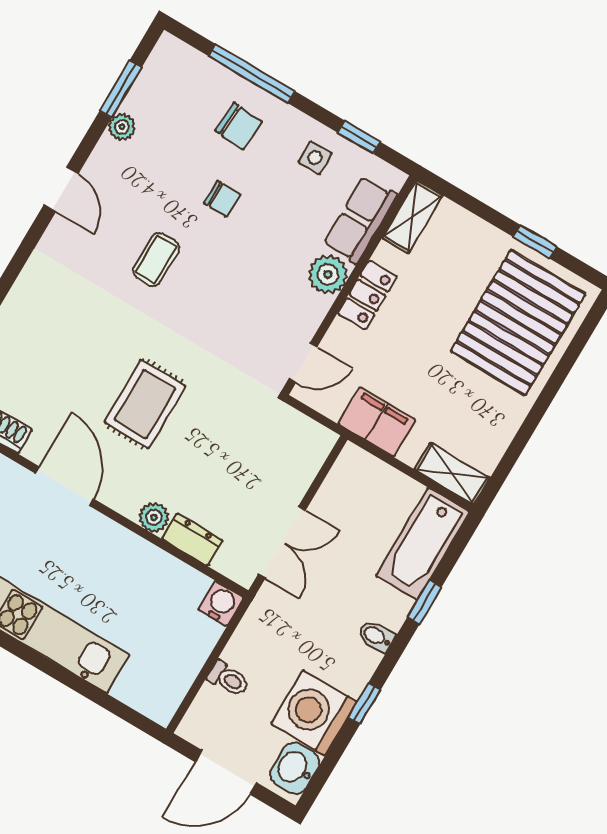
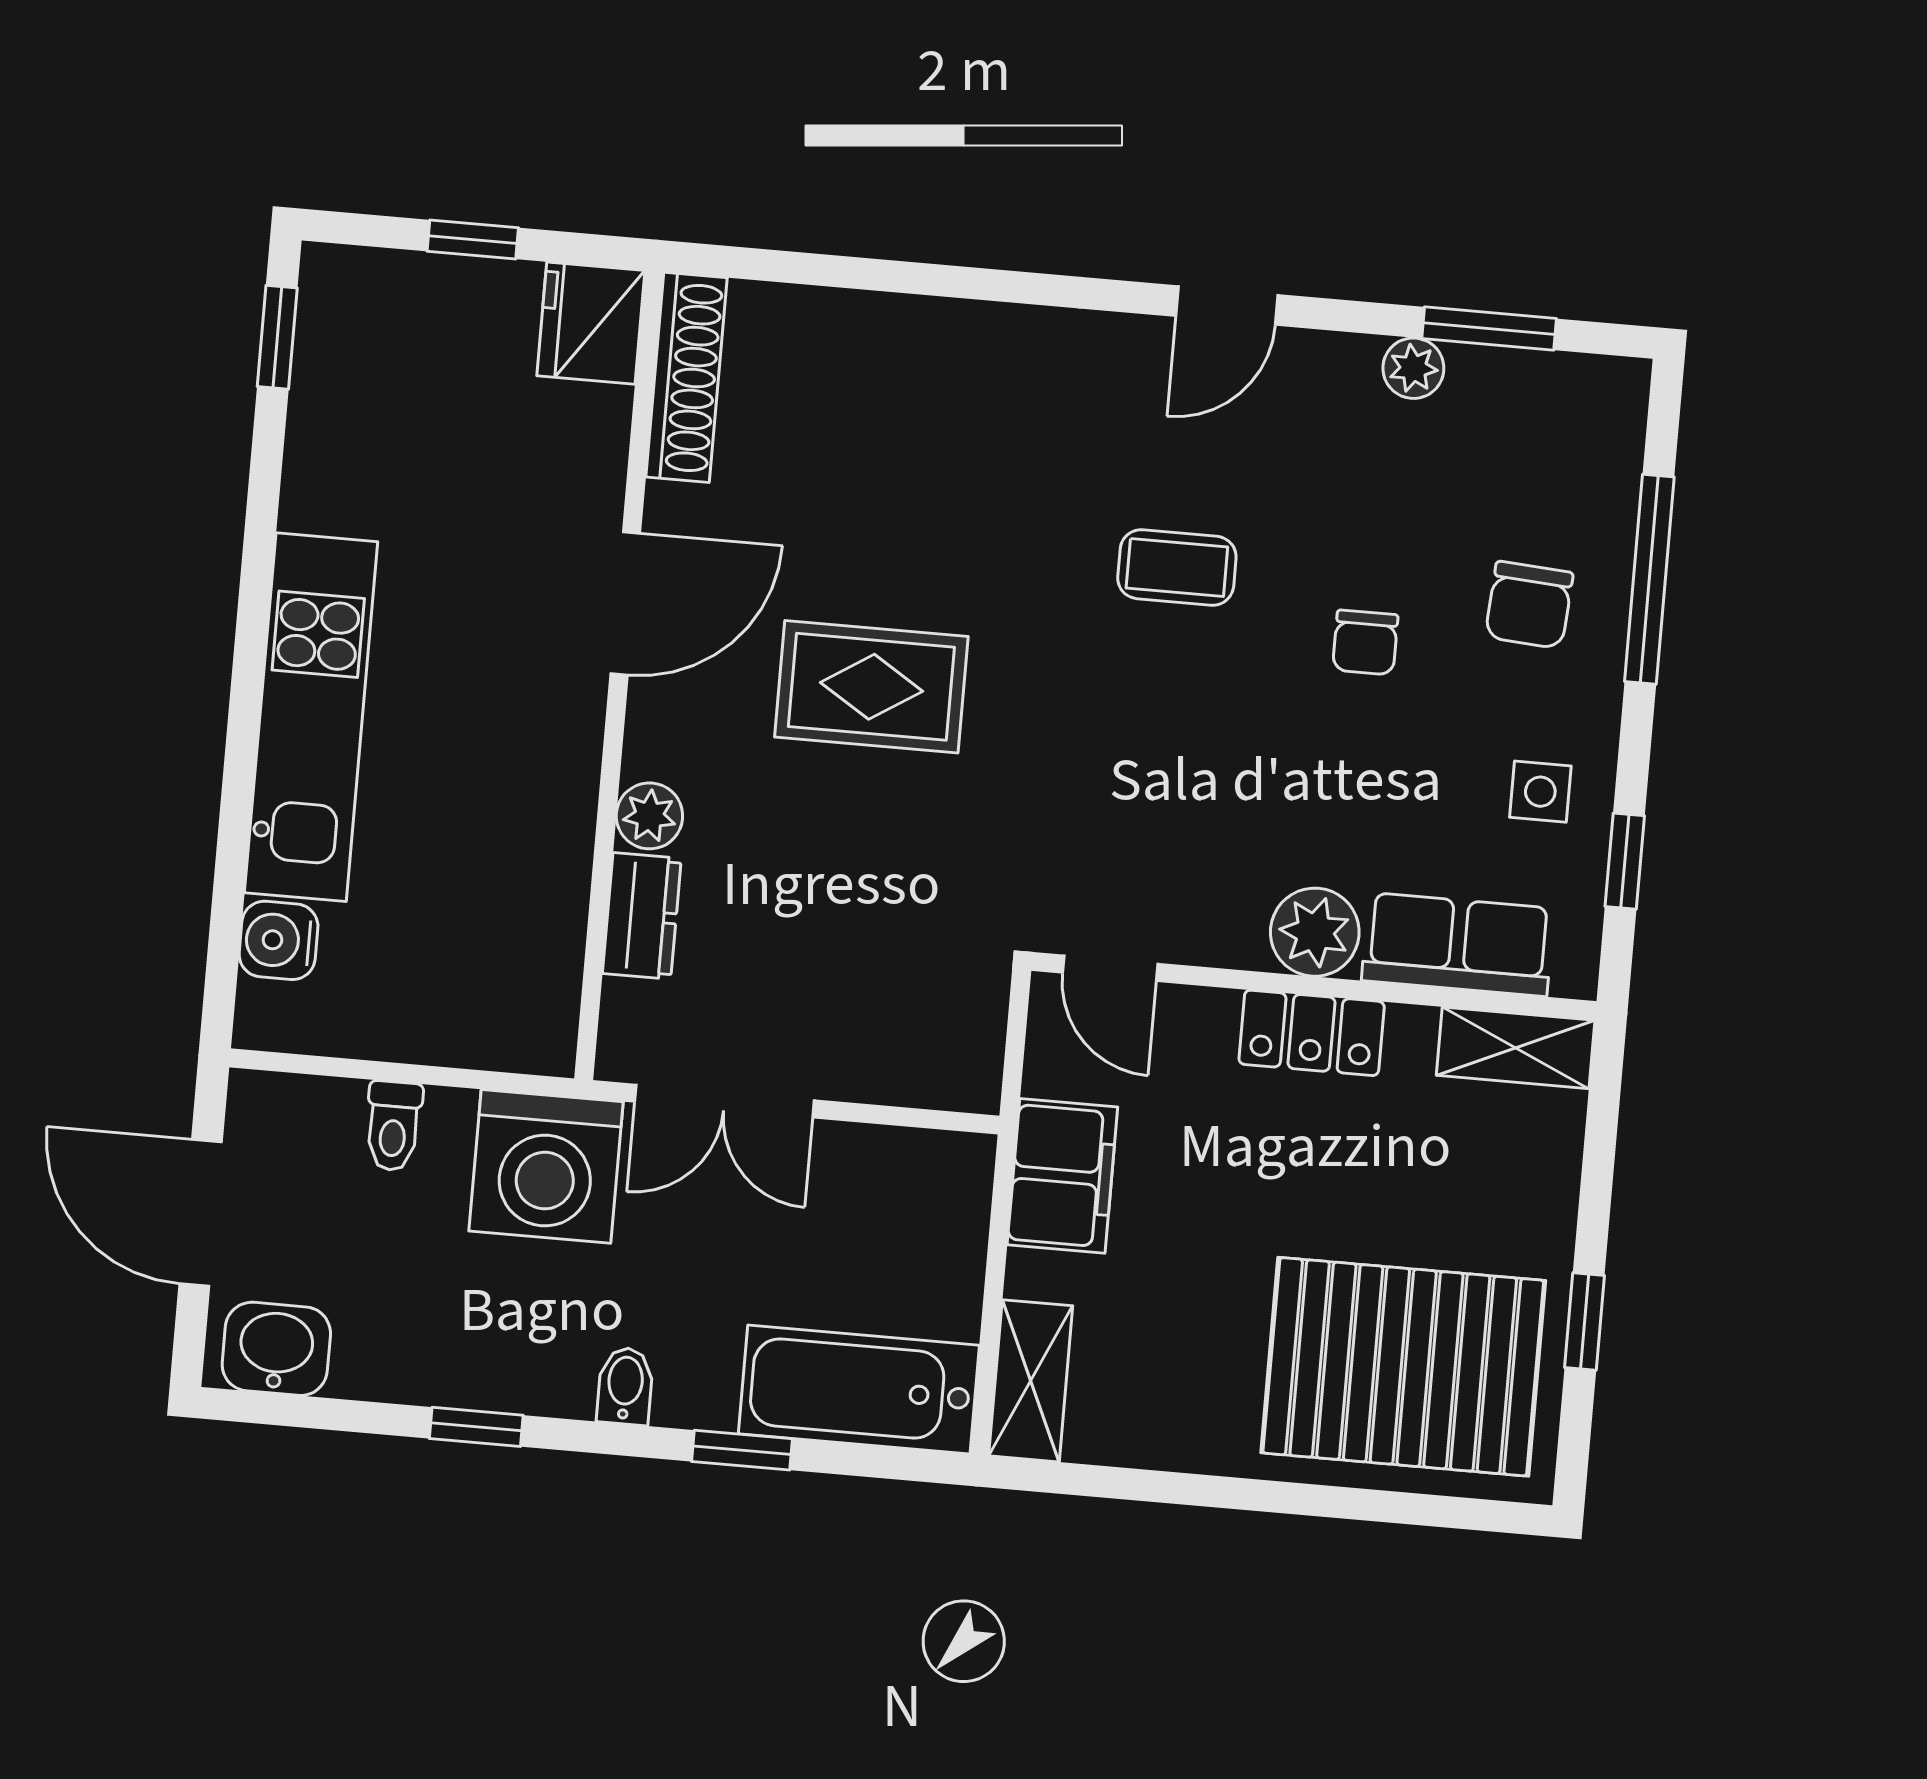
water cooler: (221, 604) -> (279, 940), moved, turned 180
washing machine: (314, 713) -> (546, 1166), moved, turned 180

